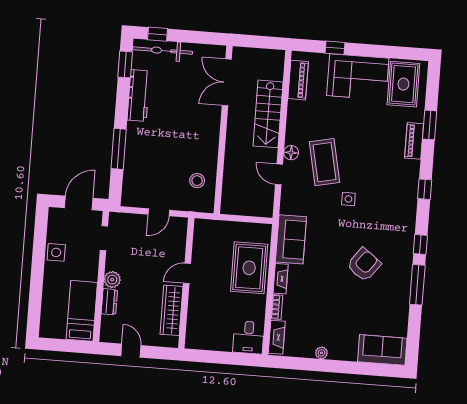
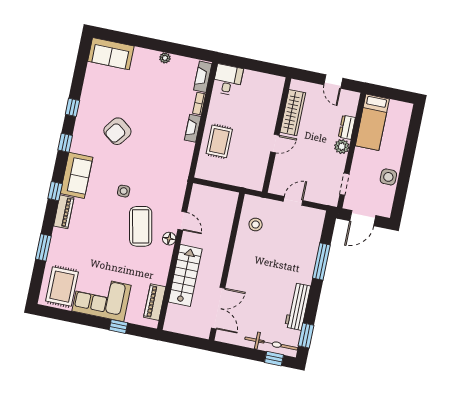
piano: (414, 141) -> (64, 212), moved
sofa: (291, 239) -> (77, 175), moved, turned 180
rug: (249, 268) -> (219, 141), width x0.73, depth x0.70
window: (417, 285) -> (72, 107), width x0.46

